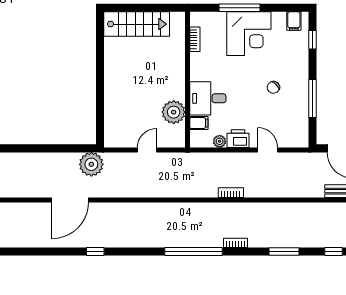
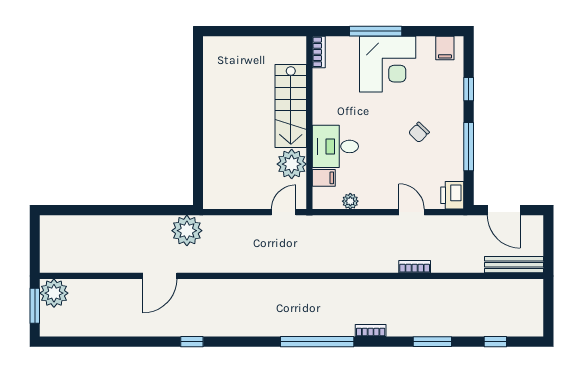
stairs: (137, 24) -> (291, 106), moved, turned 90
bookcase: (195, 39) -> (319, 52), moved
window: (313, 40) -> (469, 89), moved
printer: (238, 139) -> (452, 195), moved, turned -90
door: (147, 150) -> (284, 212), moved
bookcase: (231, 193) -> (415, 267), moved
door: (70, 200) -> (160, 276), width x0.73

